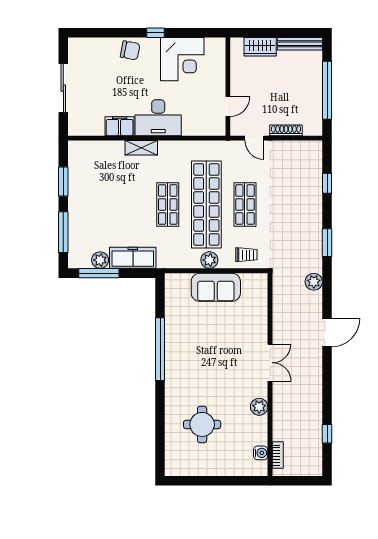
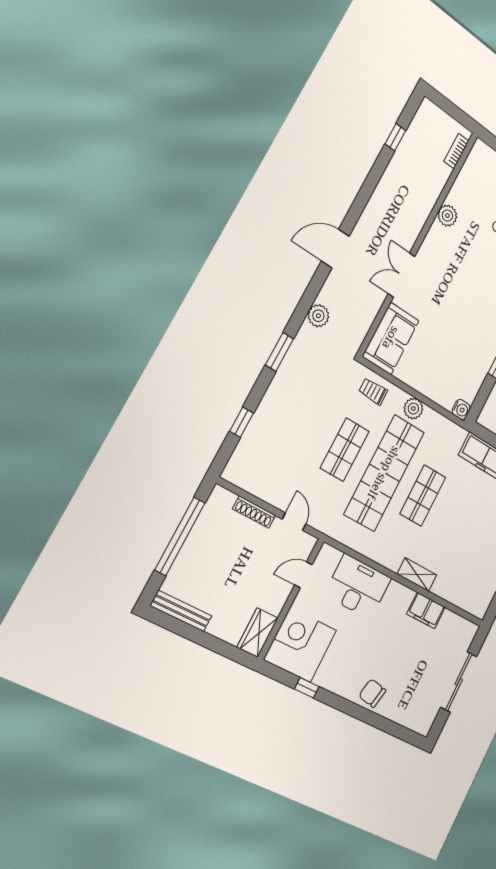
window: (155, 33) -> (307, 688), moved
wardrobe: (260, 47) -> (257, 633), moved, turned -90
corner desk: (182, 59) -> (300, 645), moved
desk: (158, 118) -> (358, 587), moved
sofa: (216, 287) -> (391, 338), moved, turned 90
double door: (270, 363) -> (402, 275), moved
water cooler: (261, 453) -> (461, 409), moved, turned 180

